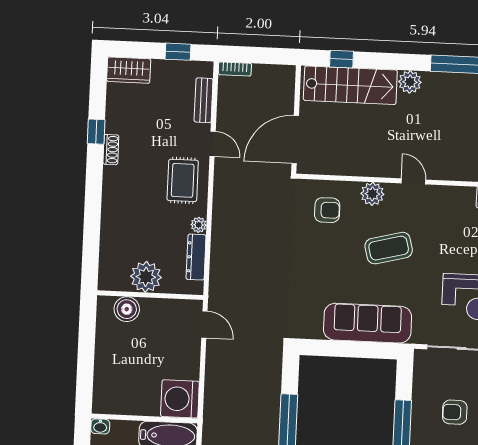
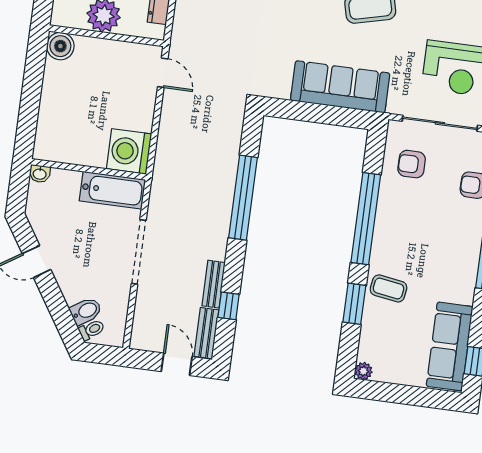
boiler: (127, 309) -> (60, 46), moved
armchair: (455, 412) -> (412, 164), moved

